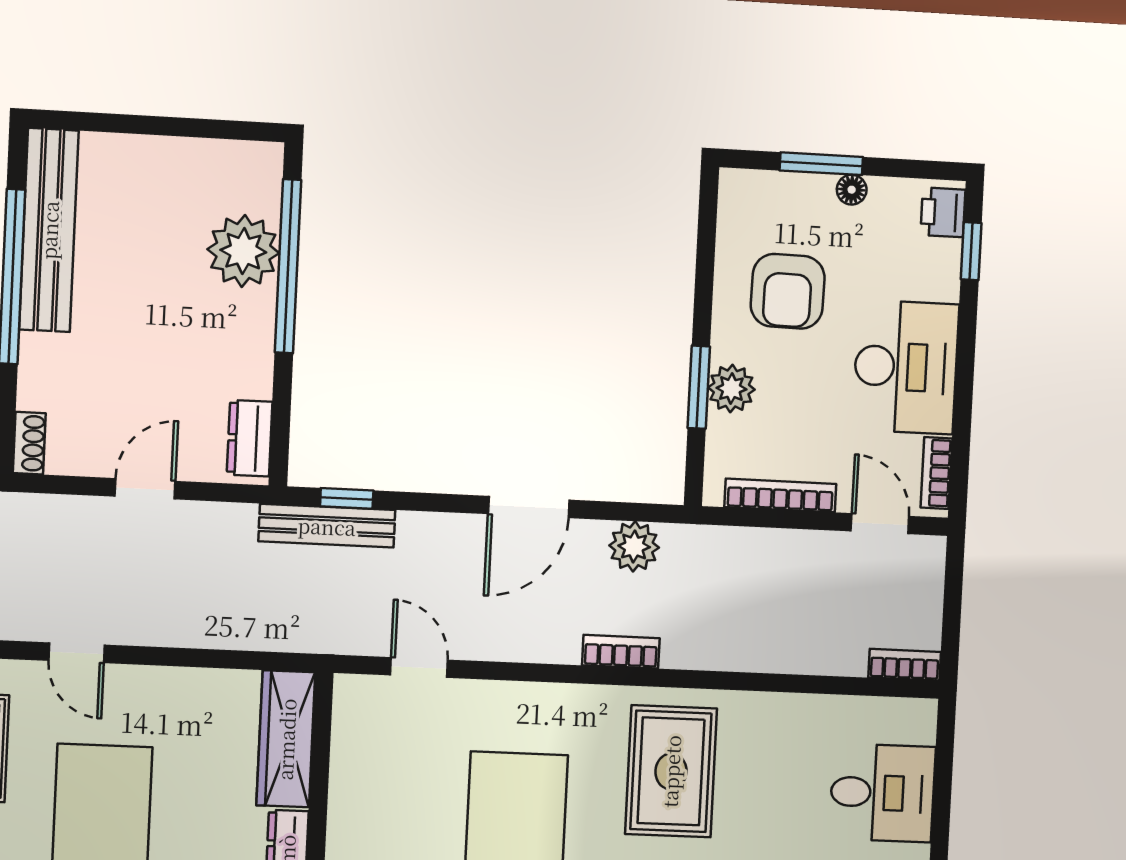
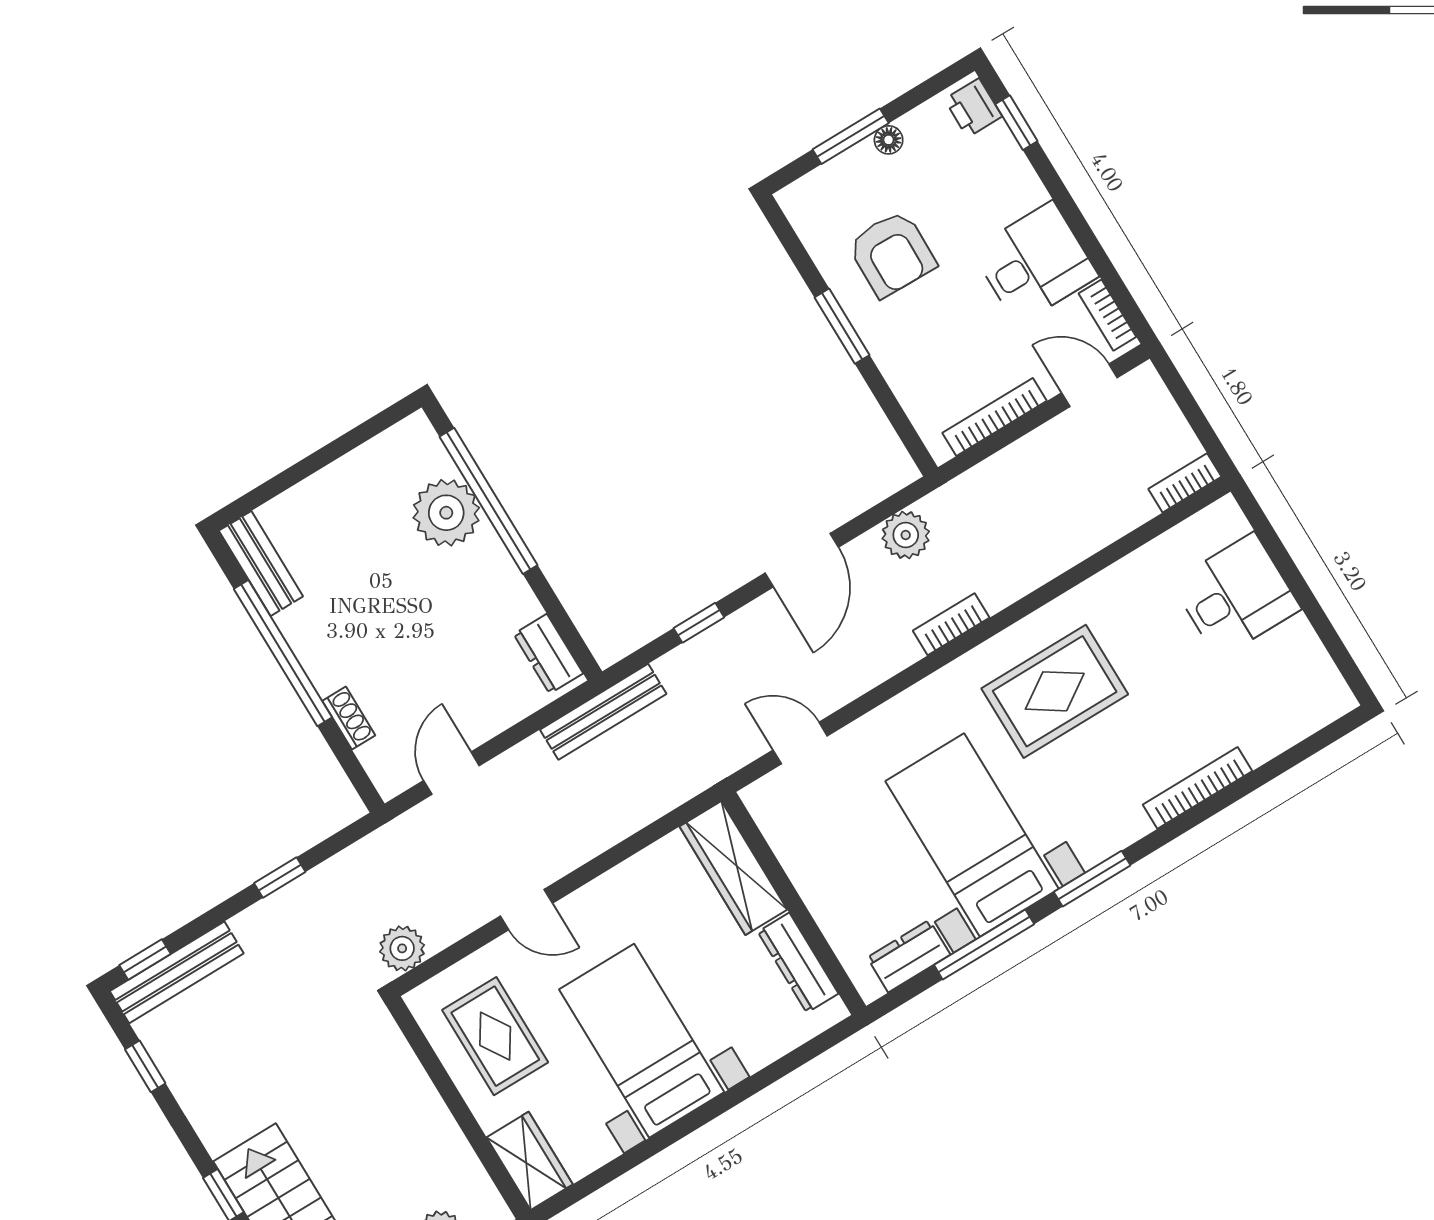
bench: (49, 230) -> (261, 564), width x0.54, depth x0.82
desk: (906, 367) -> (1035, 263), width x0.73
window: (699, 387) -> (842, 326), moved
plant: (731, 389) -> (899, 360), removed
shoe rack: (29, 443) -> (349, 718), moved
door: (145, 489) -> (451, 773), moved
window: (347, 498) -> (699, 623), moved
bench: (327, 526) -> (603, 712), moved
rug: (671, 771) -> (1055, 691), turned 90

